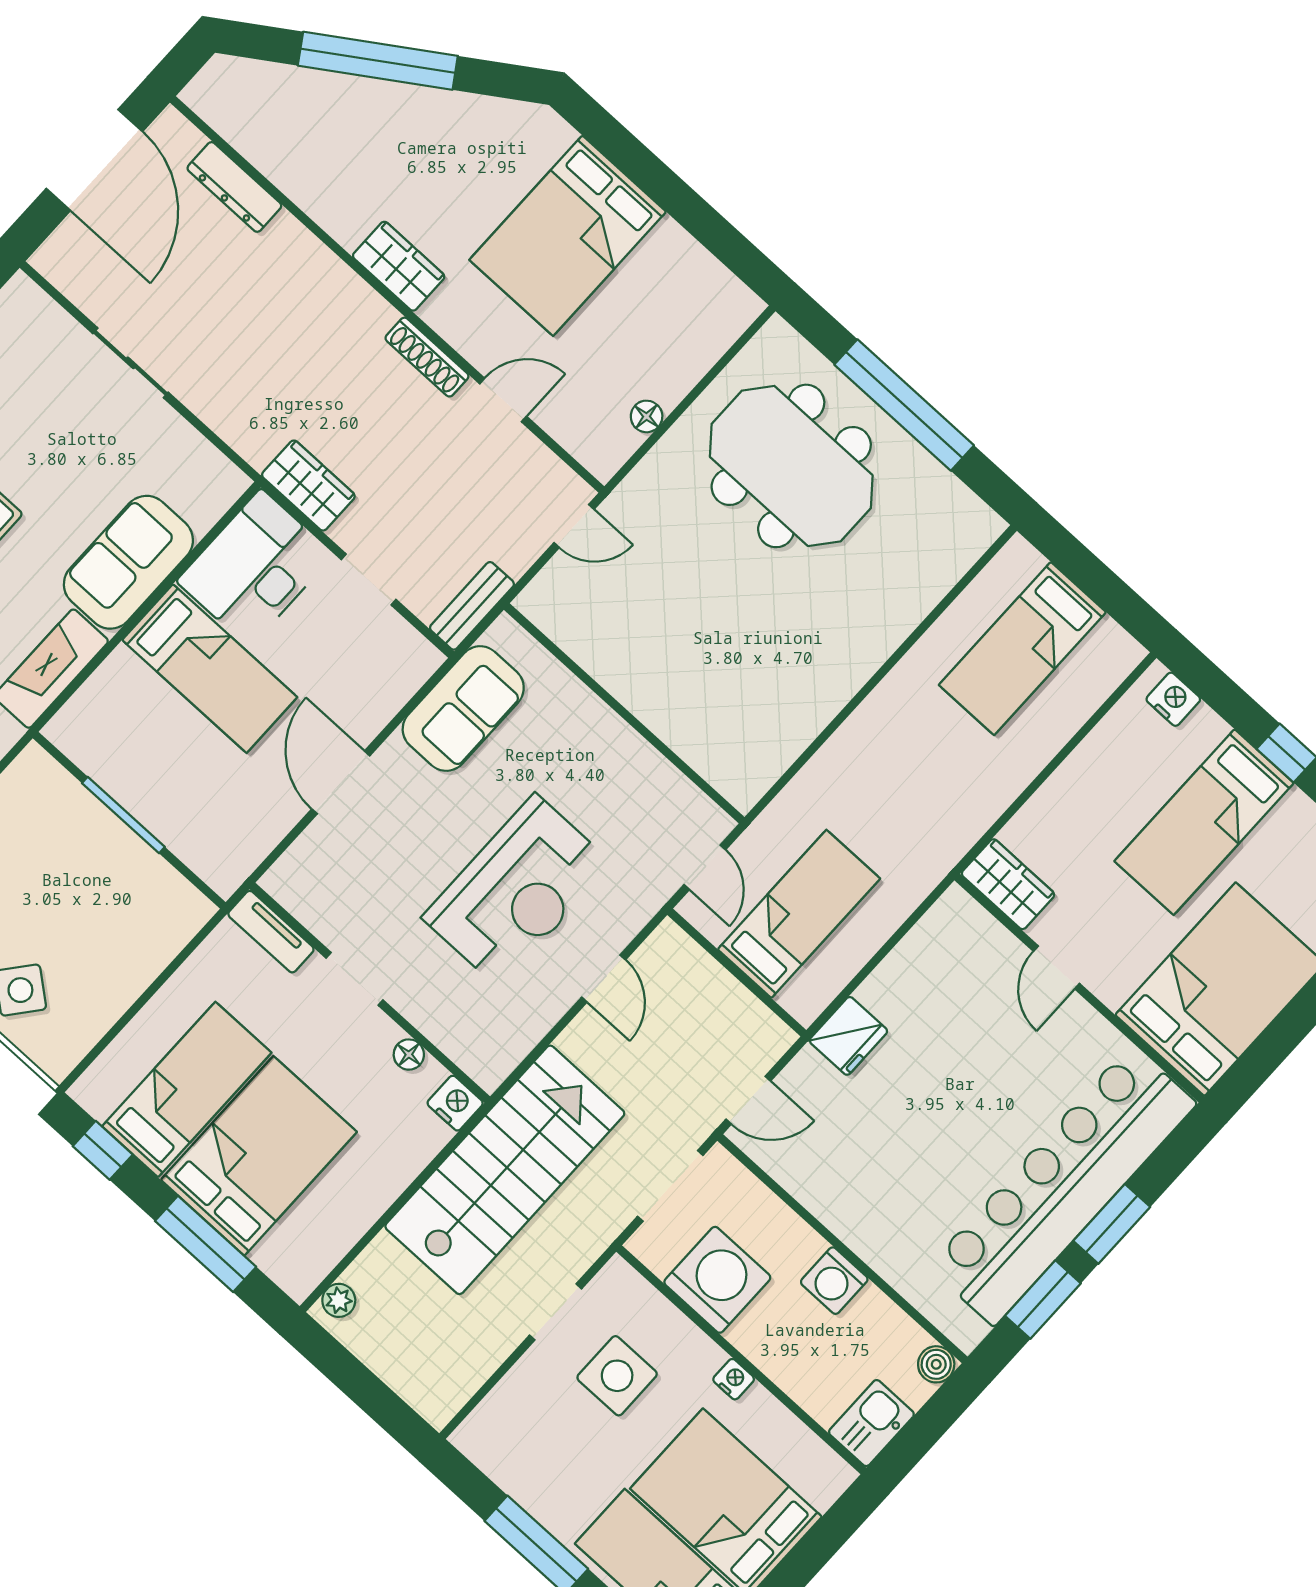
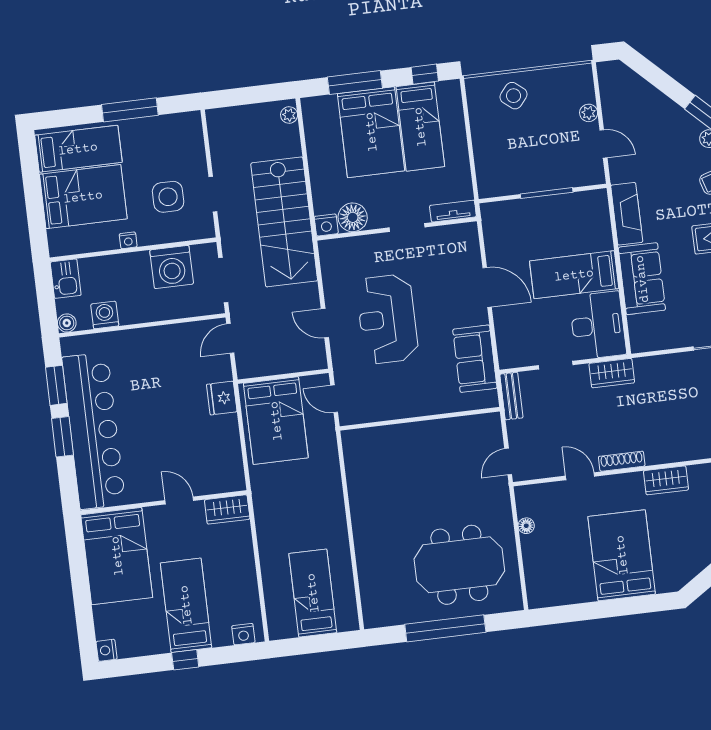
door: (503, 400) -> (580, 476), swing flipped
bed: (799, 914) -> (276, 421), width x1.50
floor lamp: (409, 1055) -> (353, 217), width x1.89, depth x1.89
washing machine: (834, 1281) -> (105, 315), moved

